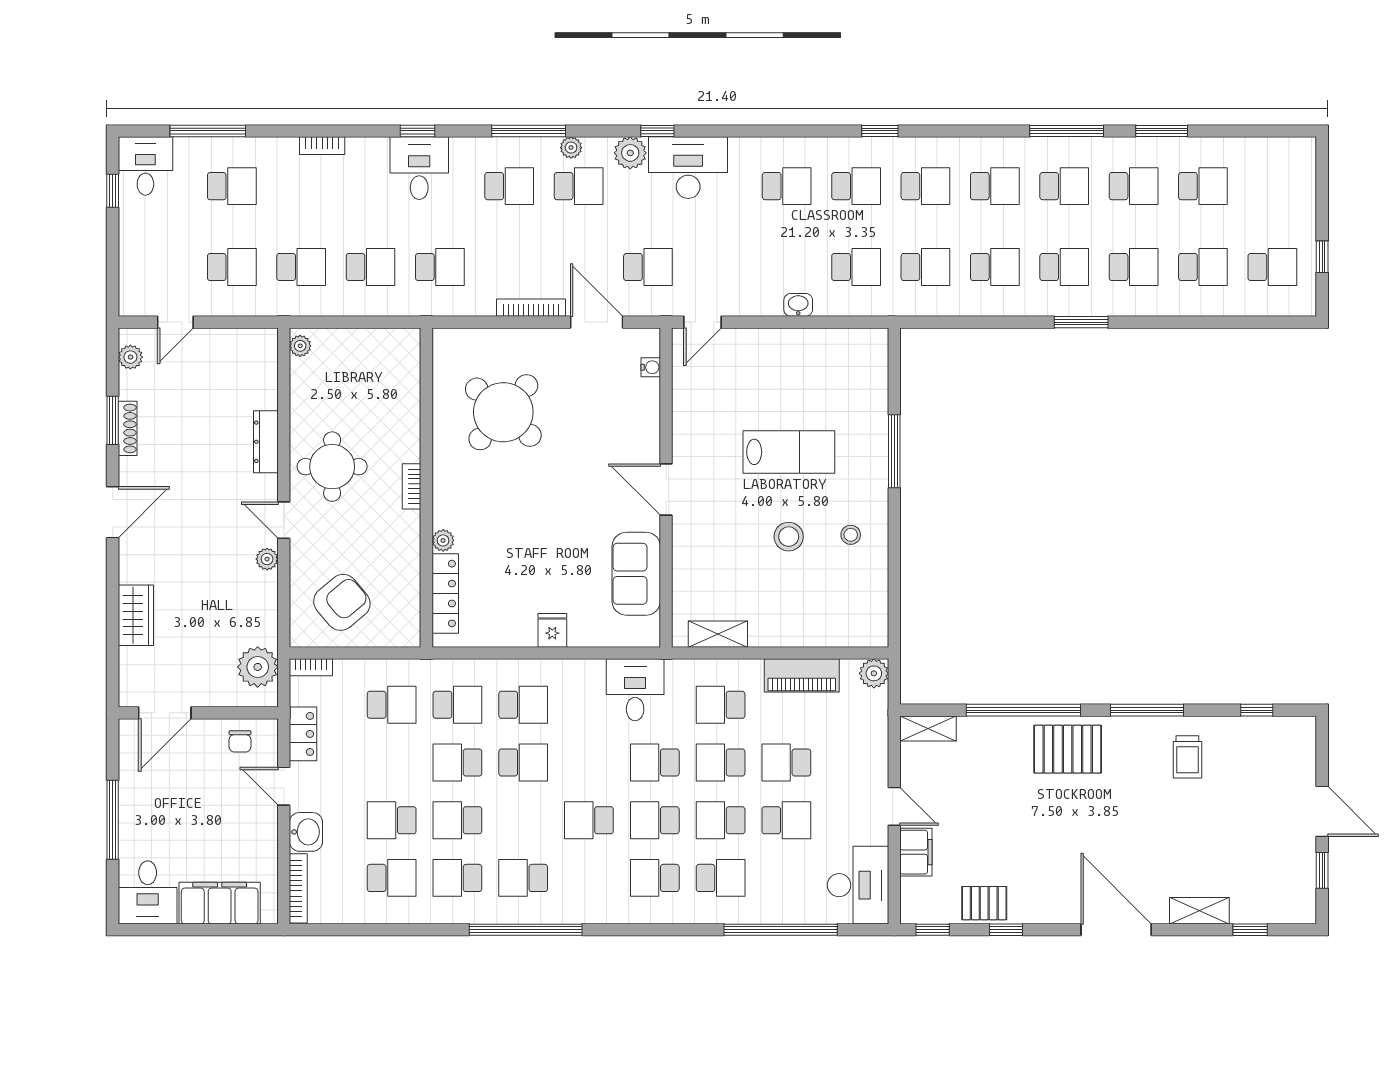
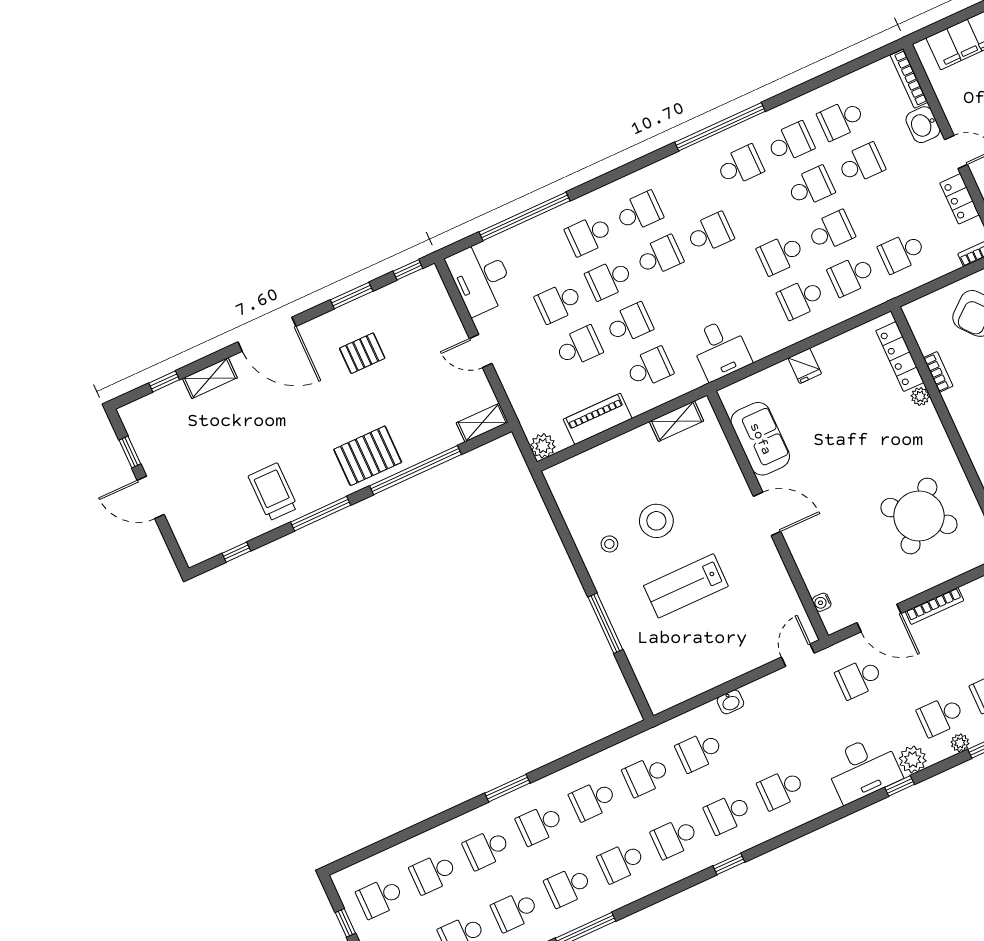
bookcase: (412, 486) -> (938, 372), moved
stool: (789, 537) -> (656, 521), width x1.38, depth x1.38
trolley: (1187, 757) -> (273, 492), width x1.36, depth x1.39
school desk: (655, 763) -> (680, 300), removed
school desk: (721, 820) -> (609, 279), turned 180
filing cabinet: (916, 852) -> (448, 323), removed
pallet: (984, 903) -> (362, 353), moved
window: (1006, 930) -> (352, 296), width x1.50

